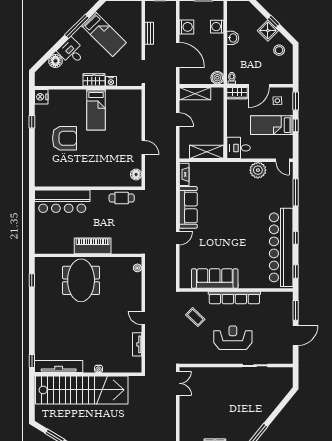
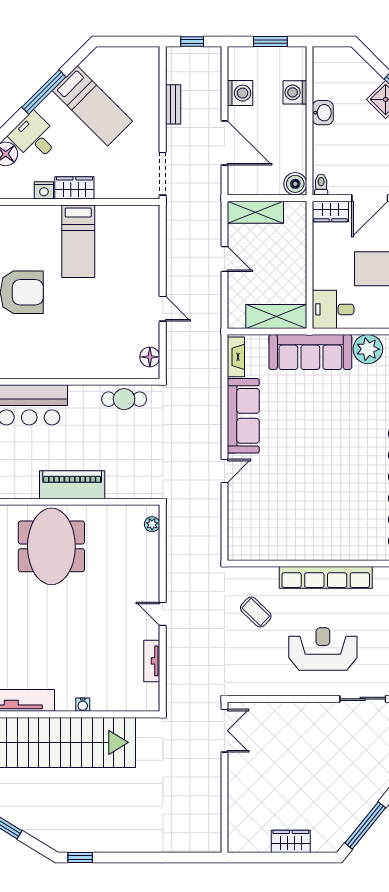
nightstand: (111, 81) -> (44, 190), moved
sofa: (215, 279) -> (310, 352), moved, turned 180

